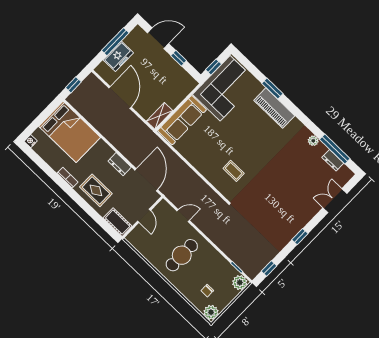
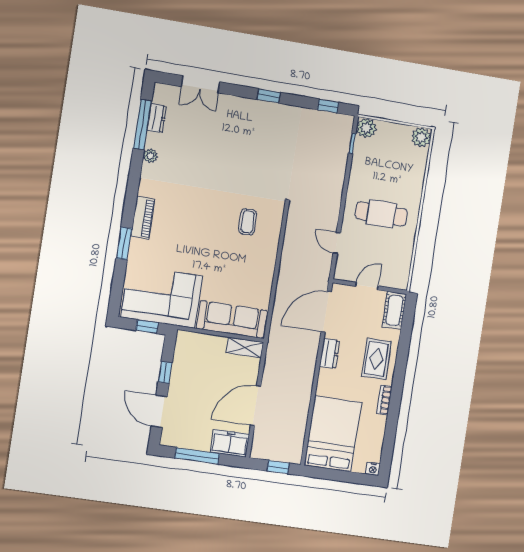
freezer: (118, 56) -> (230, 443), moved
piano: (274, 108) -> (143, 218), width x0.73, depth x0.75
chair: (207, 291) -> (400, 158), removed

